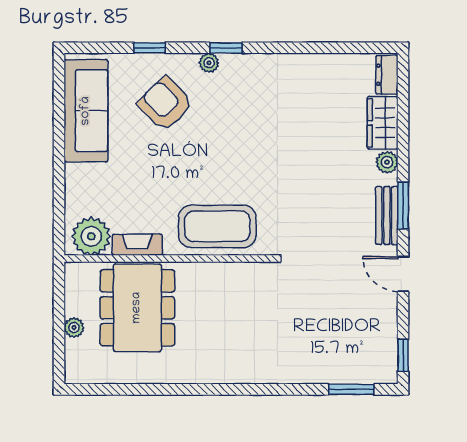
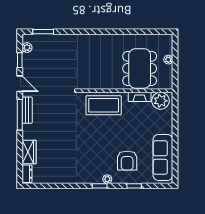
armchair: (165, 104) -> (127, 161), turned 44
plant: (387, 162) -> (27, 48), moved
window: (403, 206) -> (20, 115), width x1.44
window: (403, 355) -> (20, 60), moved

